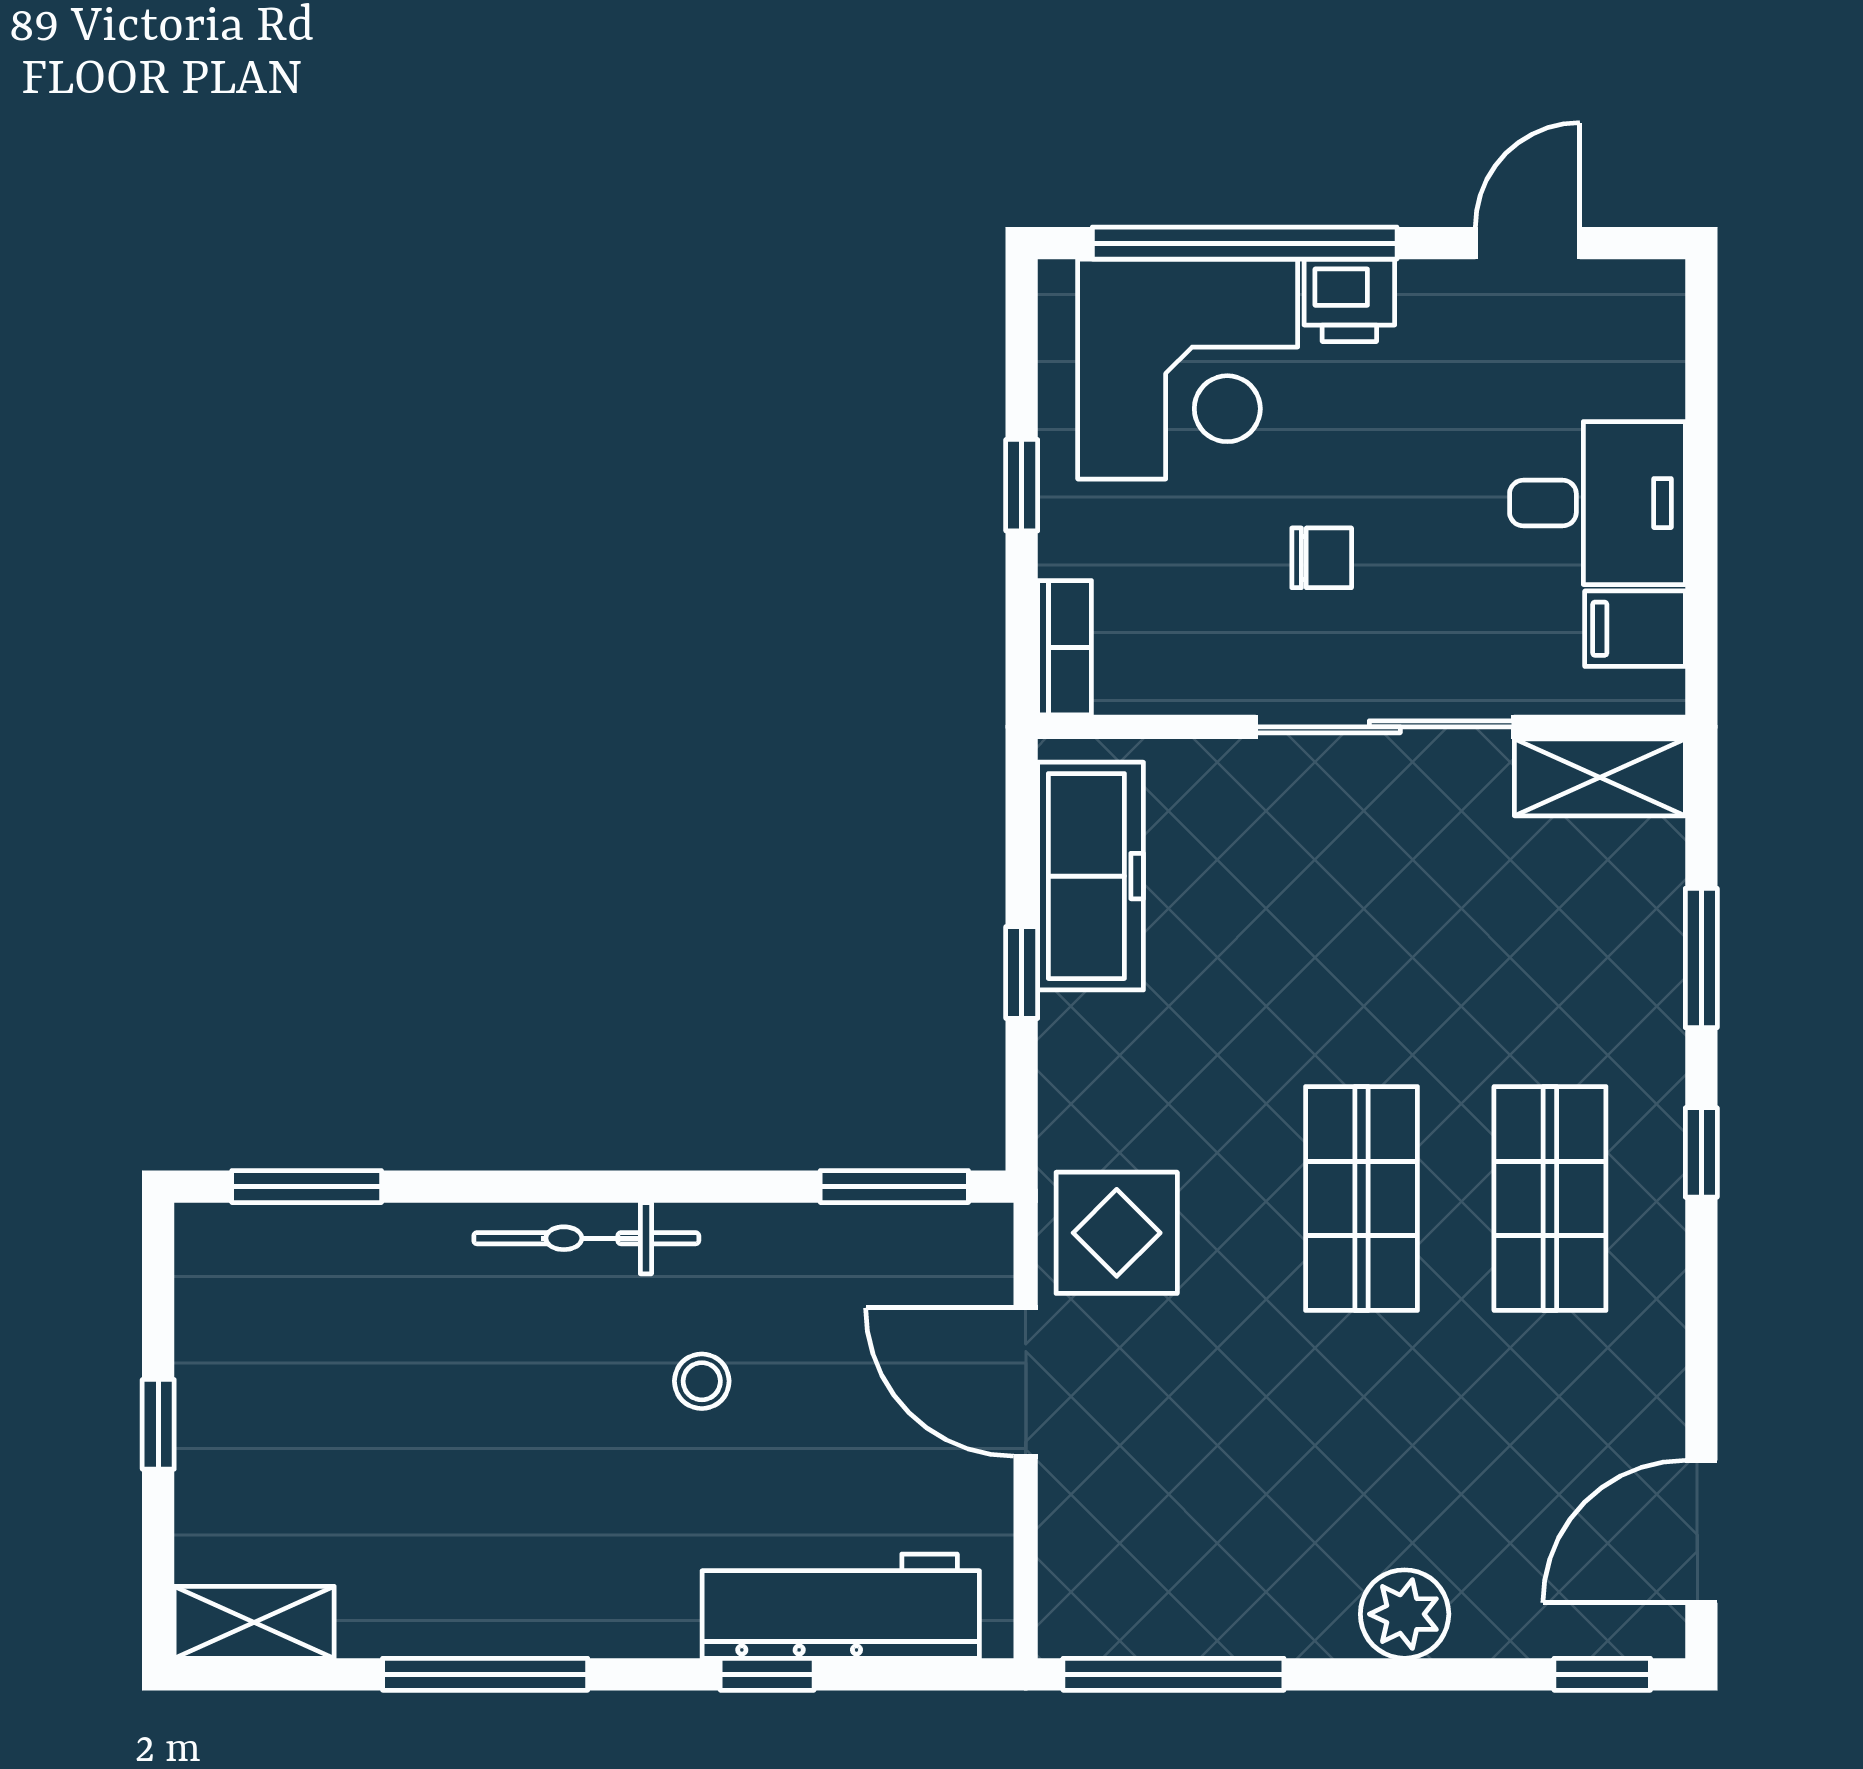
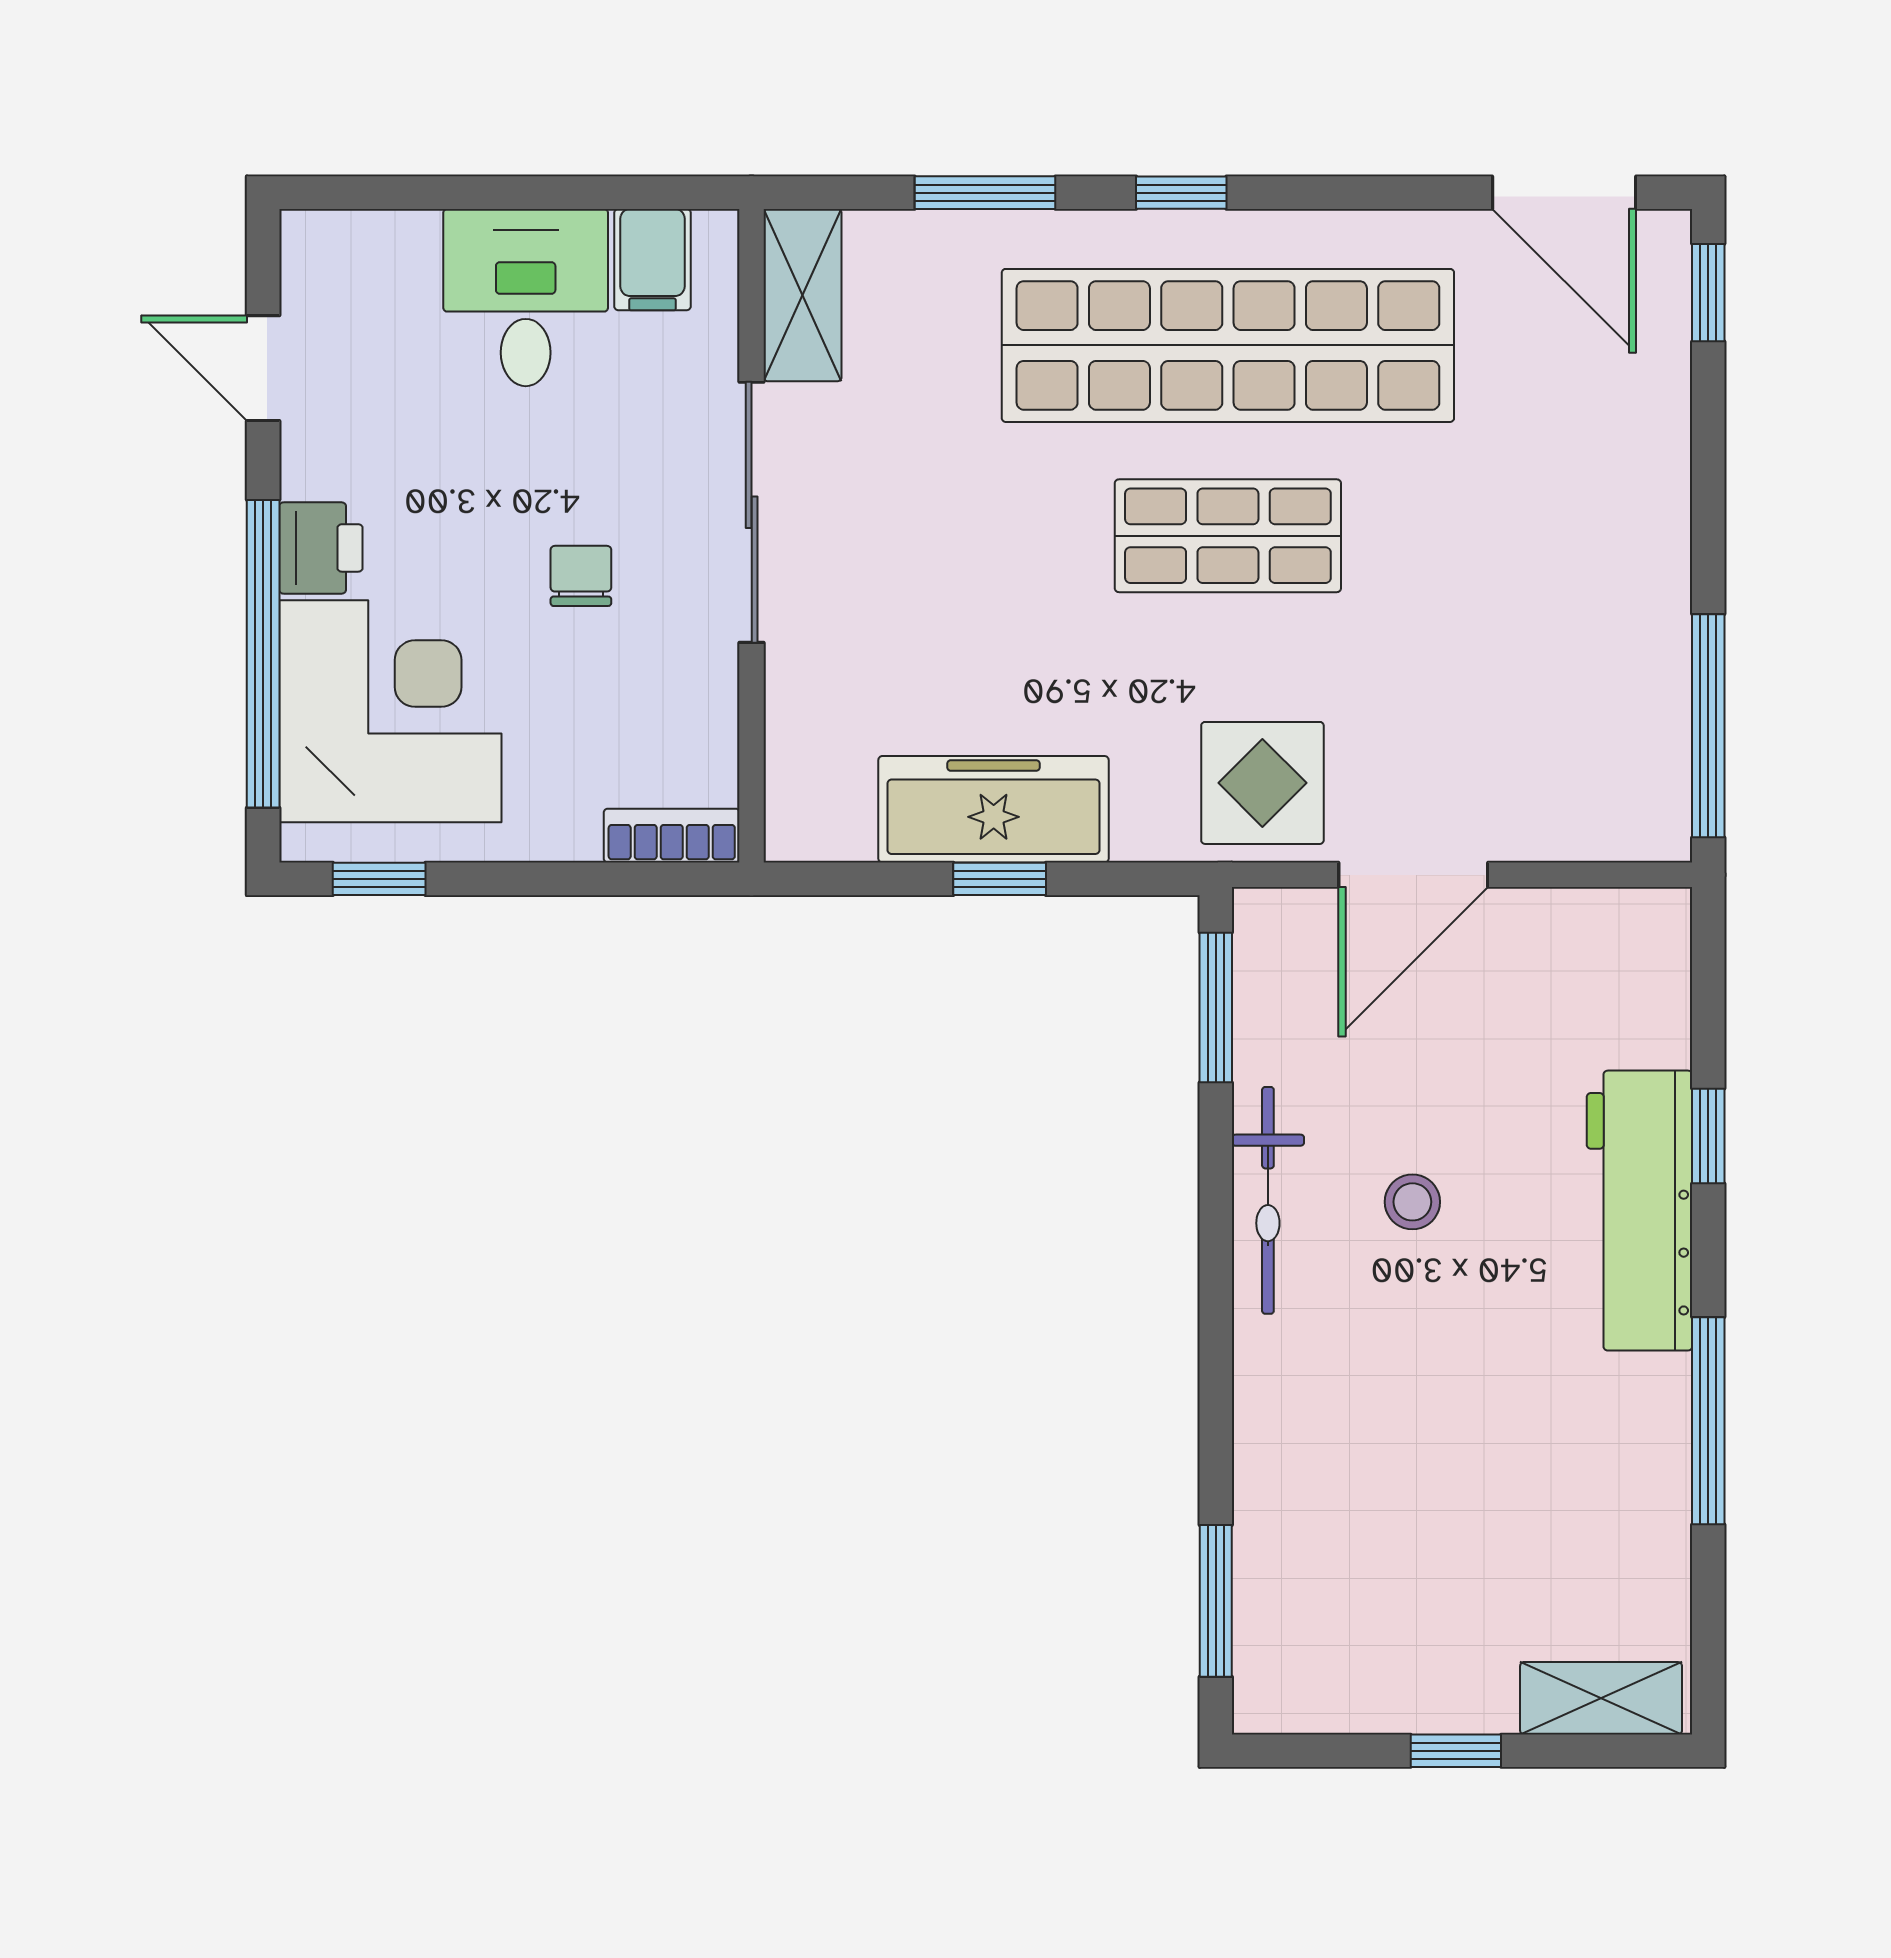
window: (1022, 485) -> (379, 879), moved
freezer: (1091, 876) -> (994, 809), moved
shop shelf: (1550, 1199) -> (1228, 345), width x2.00, depth x1.36
bicycle: (586, 1238) -> (1268, 1200), moved
workbench: (841, 1606) -> (1639, 1211), moved
plant: (1405, 1614) -> (1647, 492), removed
shelving: (254, 1622) -> (1601, 1698), moved, turned 90

